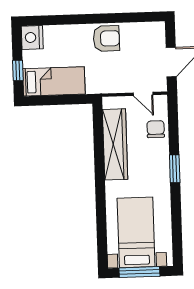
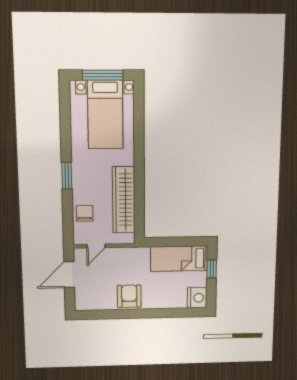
armchair: (106, 38) -> (129, 296), turned 90
door: (143, 94) -> (96, 246), swing flipped
chair: (156, 129) -> (85, 213), turned 180

